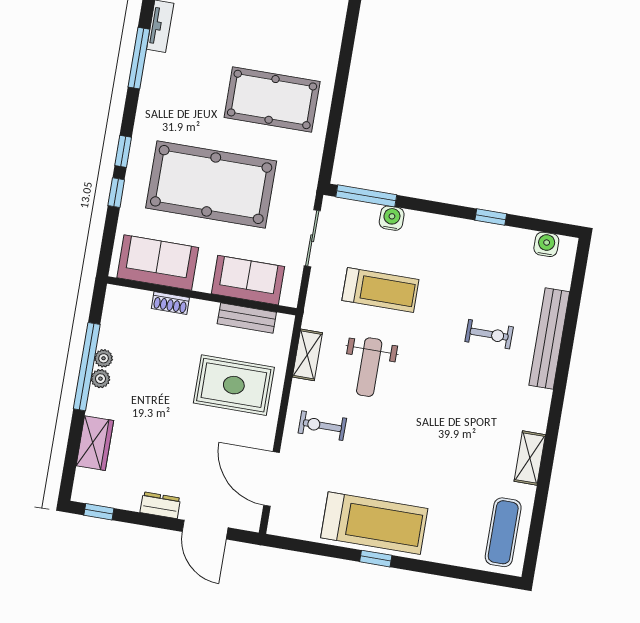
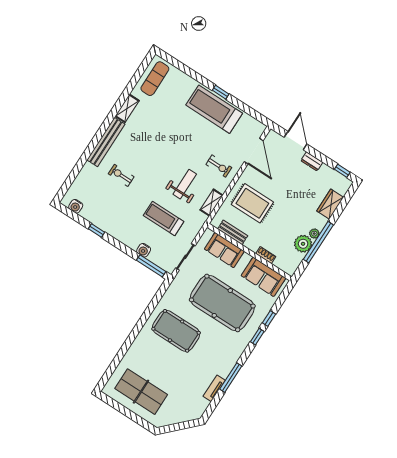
bench: (549, 339) -> (106, 142), moved
plant: (104, 358) -> (303, 244), width x1.88, depth x1.88

